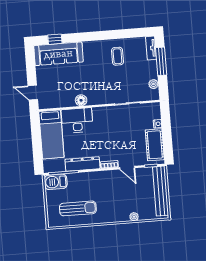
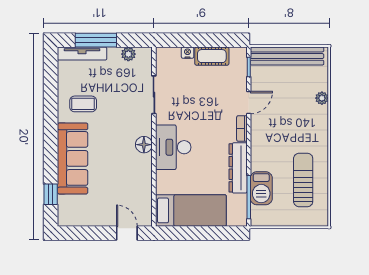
tv unit: (151, 48) -> (82, 54), width x1.41
sofa: (58, 54) -> (73, 158), moved
door: (33, 93) -> (127, 233), swing flipped
floor lamp: (81, 100) -> (144, 145), moved
desk: (77, 120) -> (173, 147), moved
cot: (155, 145) -> (212, 56), width x0.73, depth x0.75
barbecue: (56, 182) -> (261, 188), moved

